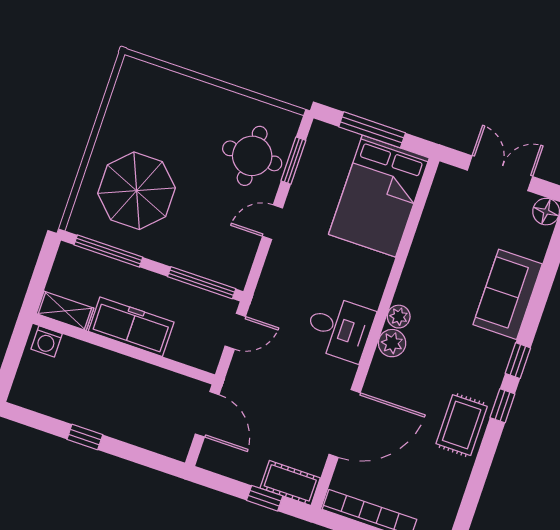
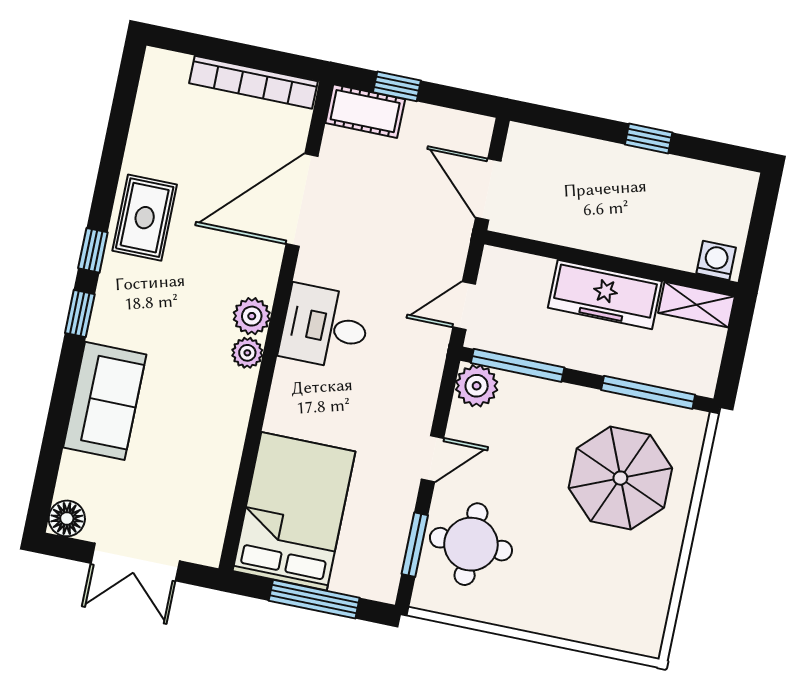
plant: (234, 271) -> (477, 386), added

